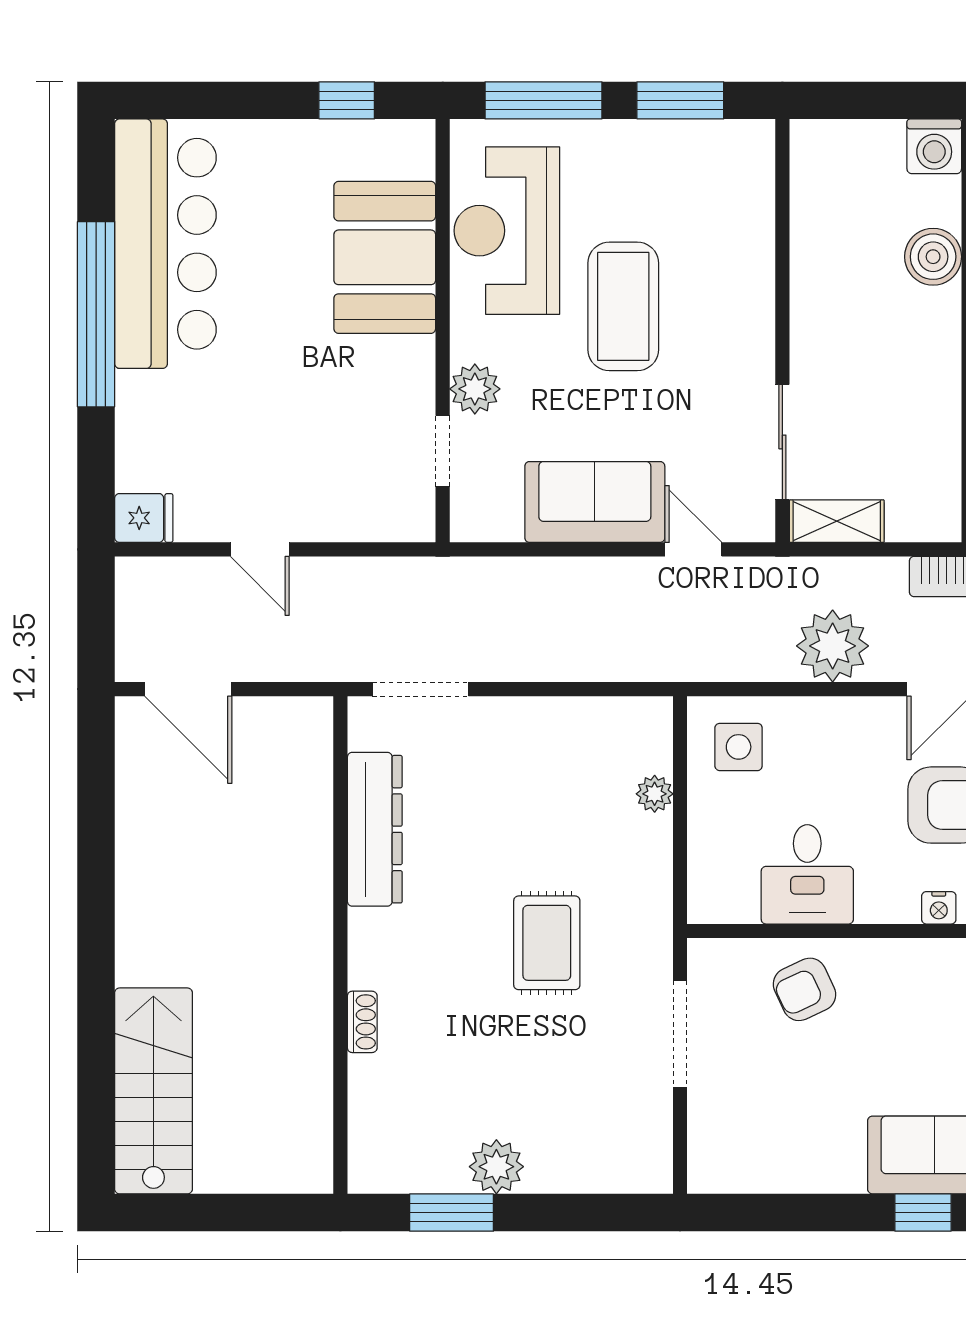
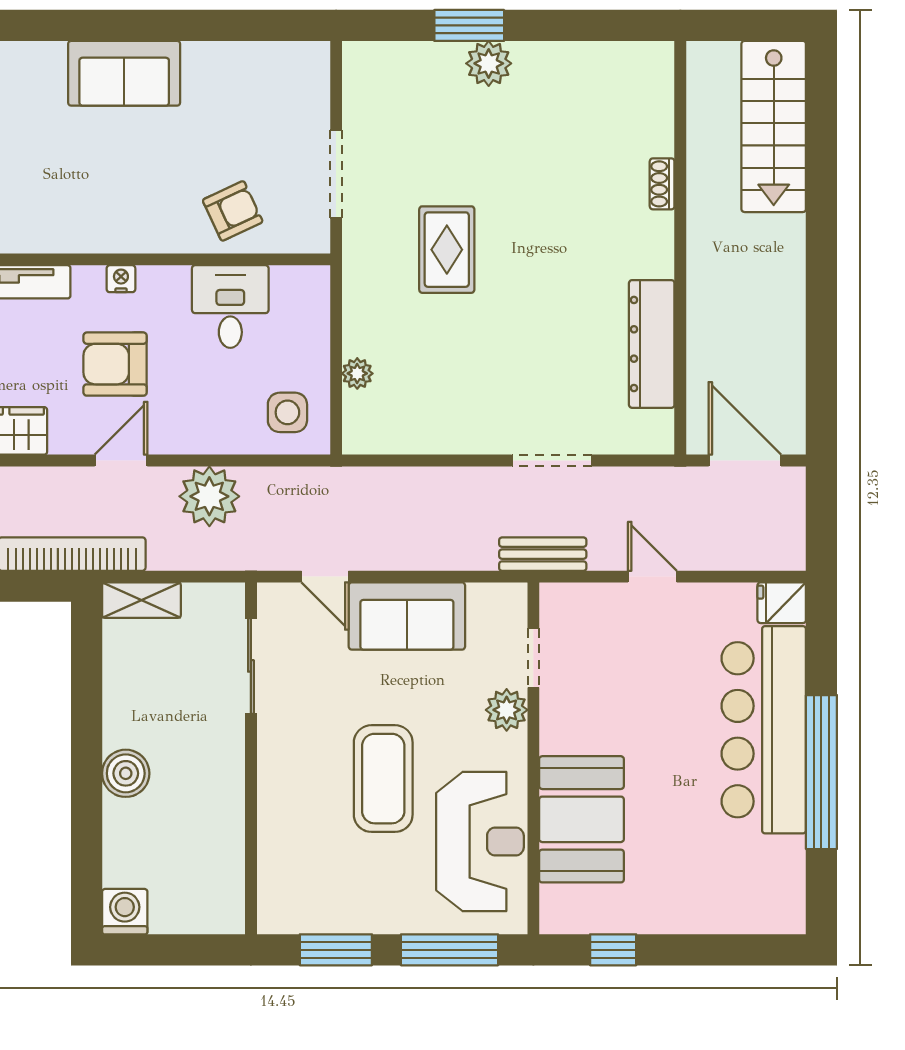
bar counter: (165, 244) -> (764, 730), moved
boiler: (933, 257) -> (126, 773), moved
shelving: (837, 521) -> (141, 600), moved
door: (260, 549) -> (652, 577), moved
bench: (431, 576) -> (543, 554), added
dresser: (375, 829) -> (652, 344), moved
wall: (340, 945) -> (680, 248), moved
shoe rack: (362, 1022) -> (662, 184), moved
window: (452, 1213) -> (469, 25), moved
window: (923, 1213) -> (134, 25), removed

